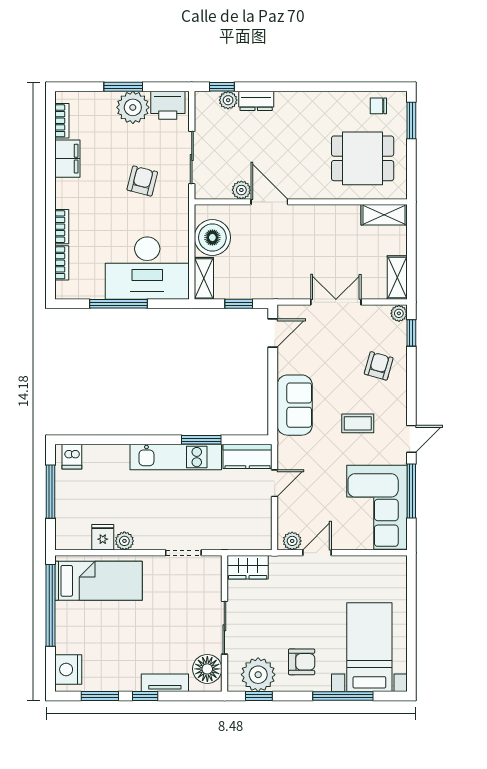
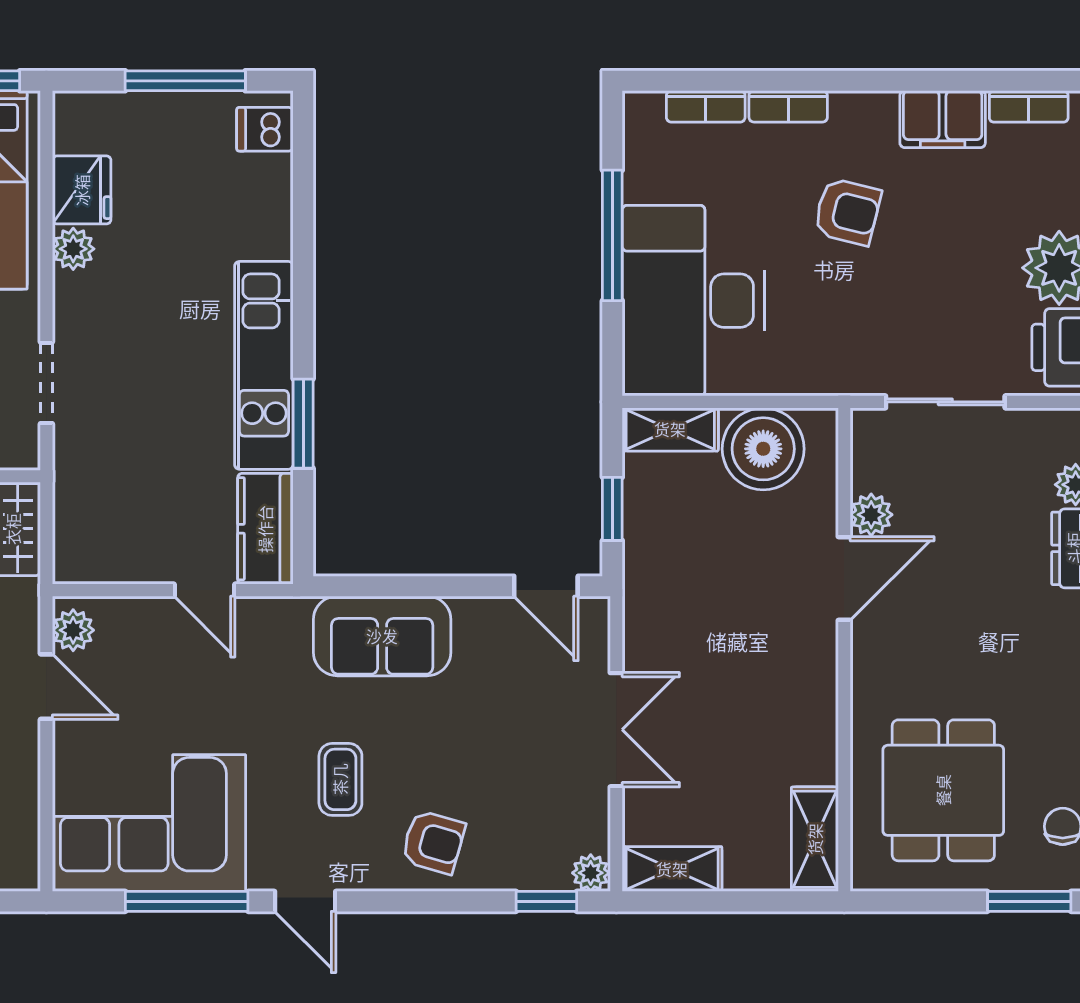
armchair: (142, 181) -> (847, 212), moved
armchair: (379, 366) -> (433, 842), moved
fridge: (103, 537) -> (82, 190), width x1.38

